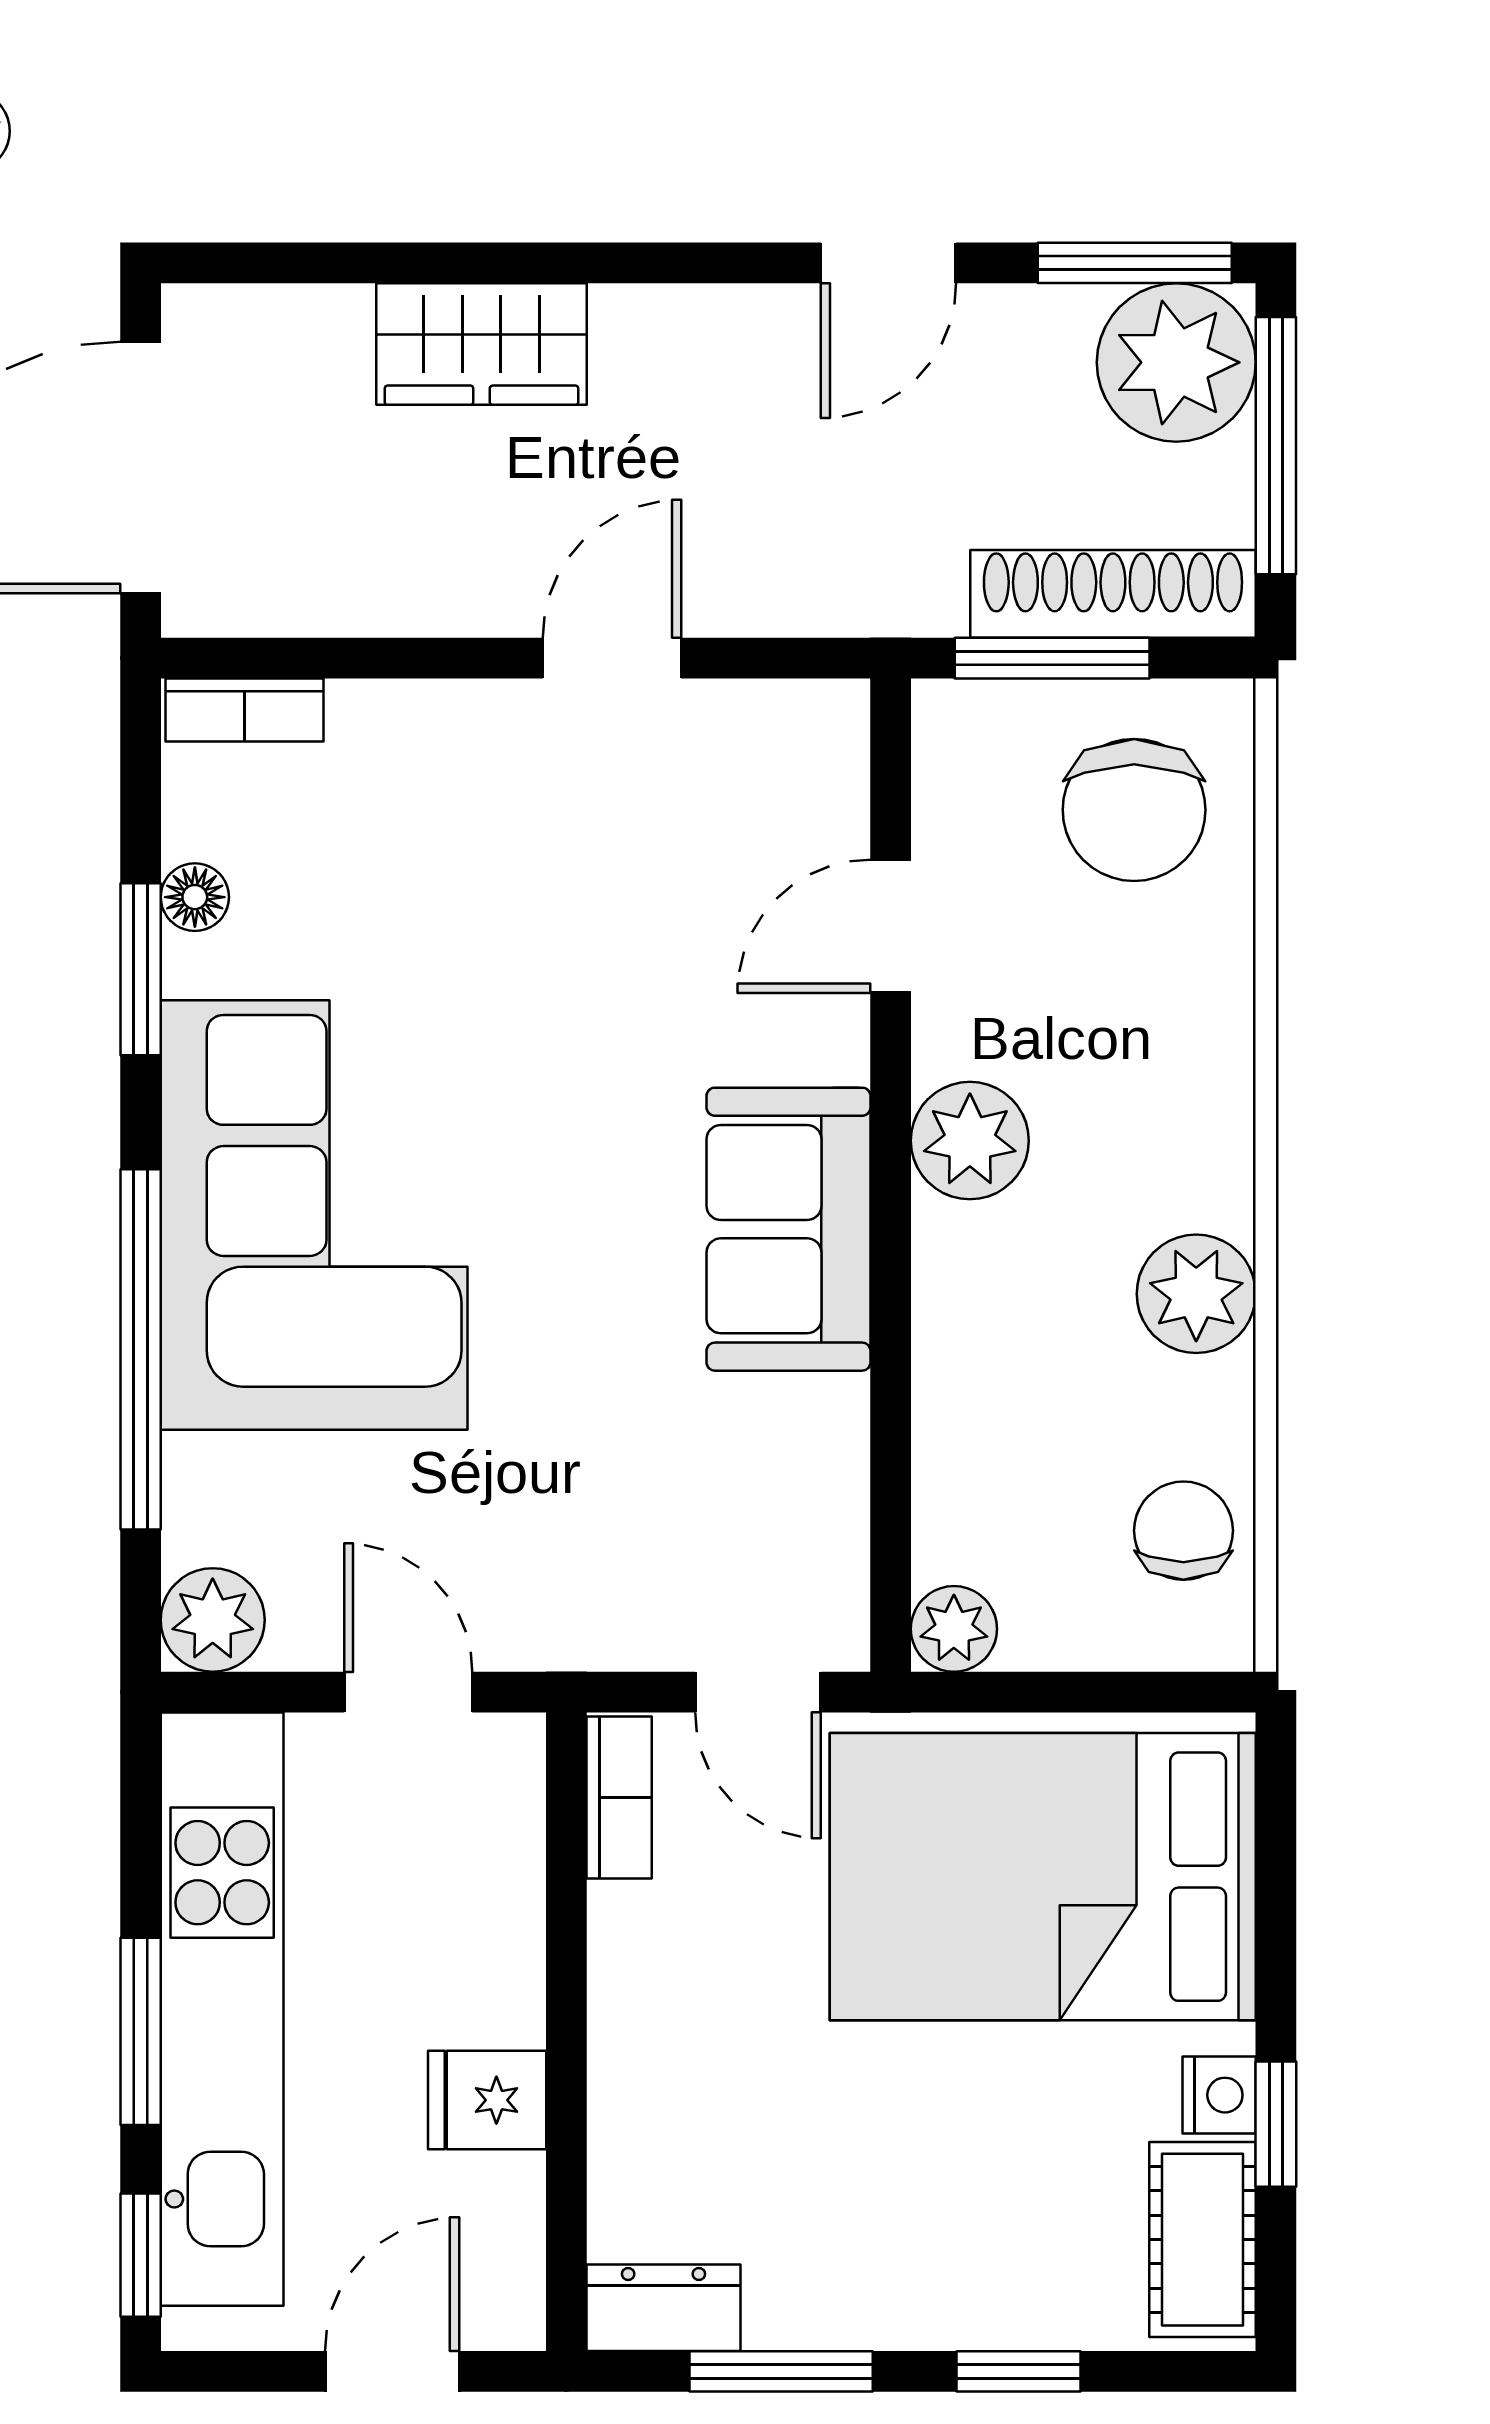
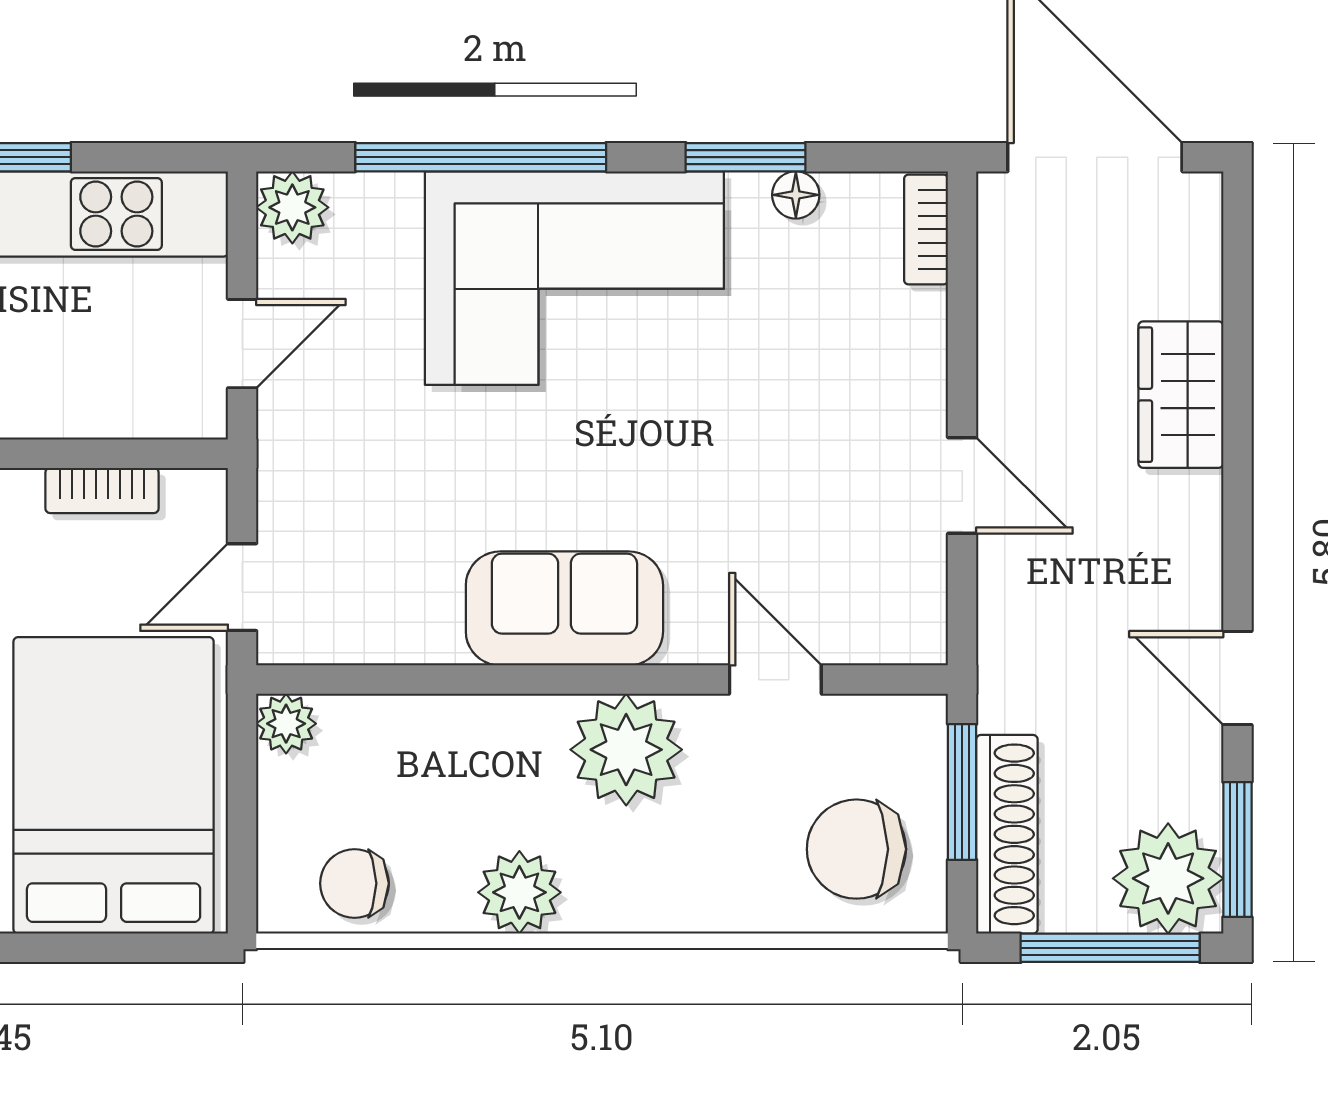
plant: (970, 1141) -> (626, 750), width x1.36, depth x1.36
chair: (1183, 1531) -> (355, 883), turned 180
bookcase: (619, 1797) -> (102, 490), moved

